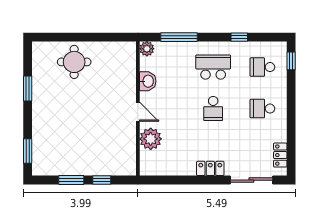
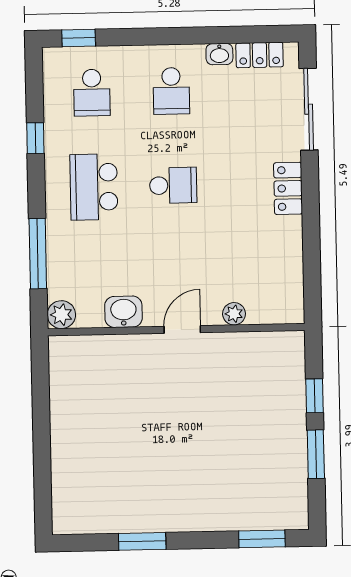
round table: (74, 62) -> (90, 453), removed
washbasin: (281, 134) -> (219, 54), added
plant: (151, 139) -> (234, 314), width x0.53, depth x0.53

